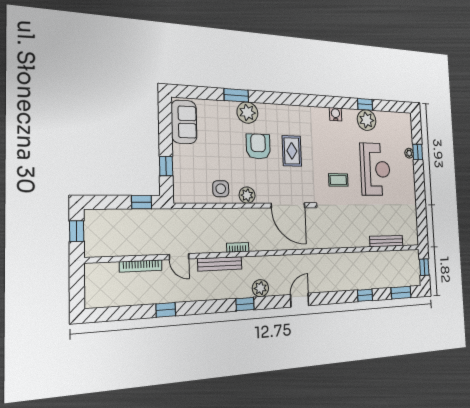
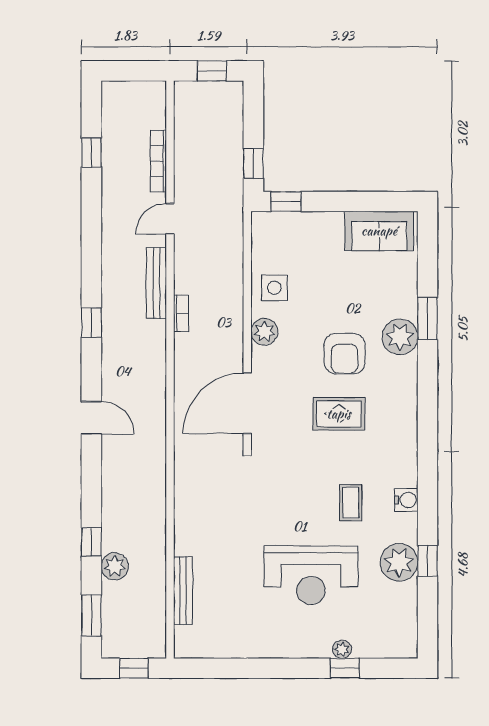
armchair: (258, 146) -> (345, 354), turned 90
window: (166, 166) -> (286, 201), moved
coffee table: (338, 180) -> (351, 503), moved
plant: (260, 288) -> (115, 566), moved
window: (166, 310) -> (91, 153), moved

